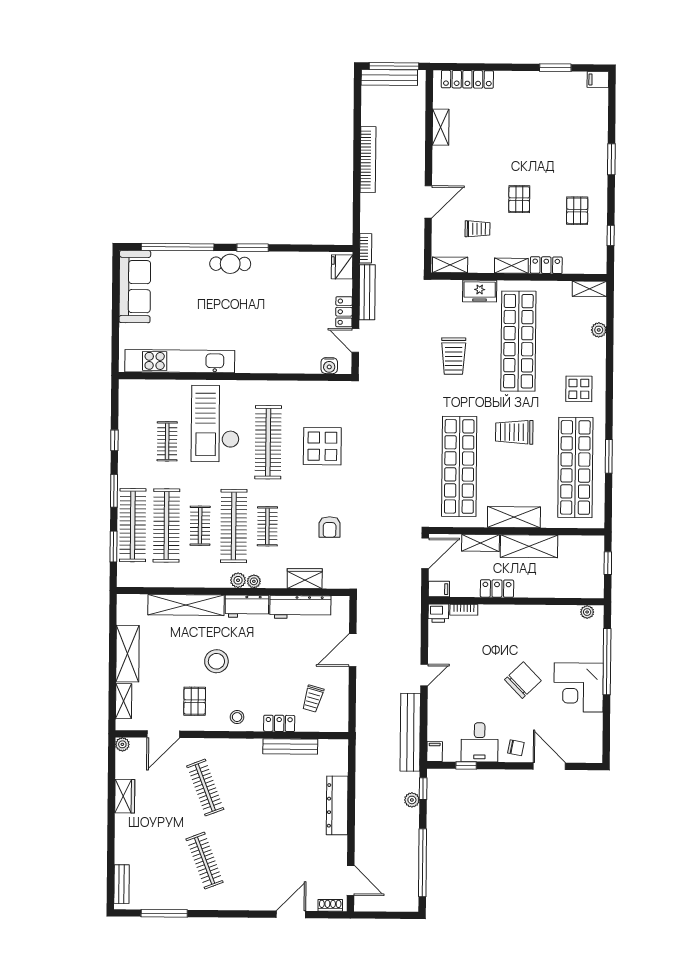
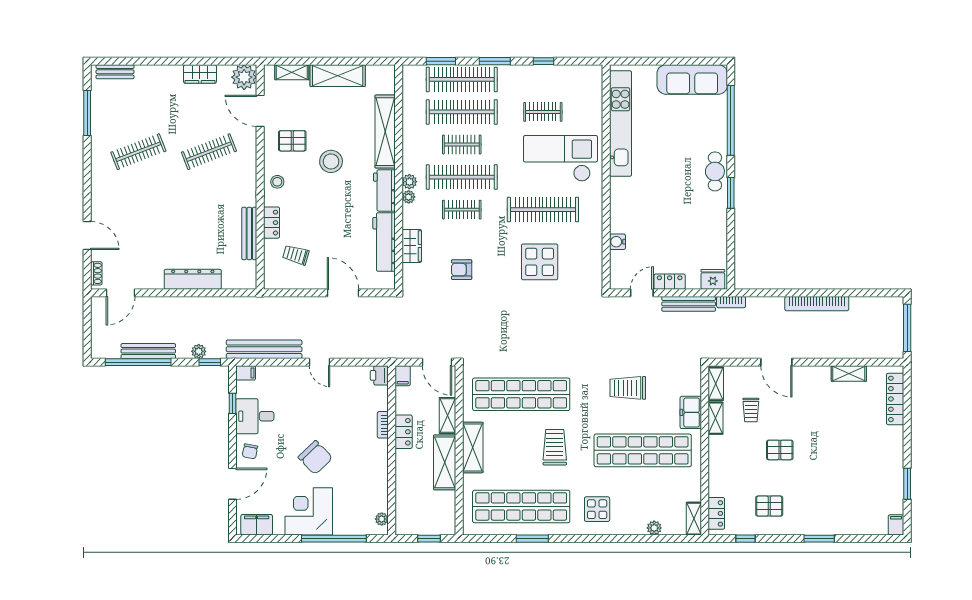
bench: (389, 78) -> (148, 351), moved, turned 90
locker: (546, 265) -> (716, 513), moved
shelving: (511, 266) -> (716, 418), moved
water cooler: (329, 366) -> (617, 242), moved
bookcase: (464, 610) -> (383, 425), moved
filing cabinet: (592, 742) -> (257, 525), added
plant: (122, 744) -> (244, 77), width x1.88, depth x1.88

